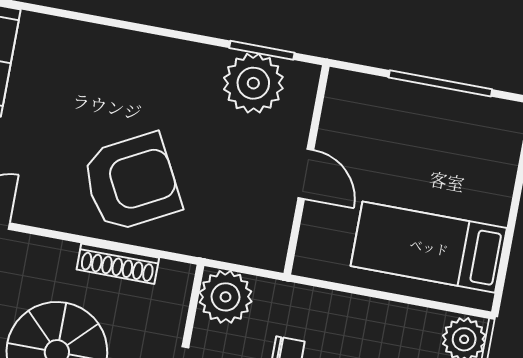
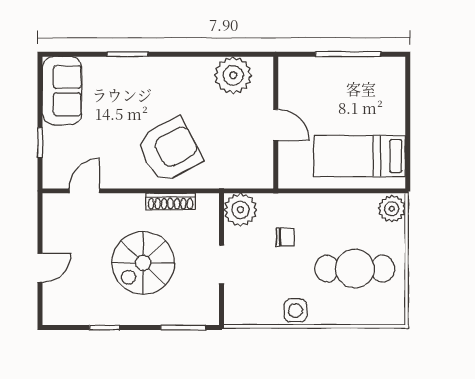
window: (262, 50) -> (127, 54), moved

